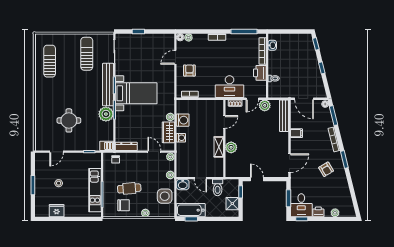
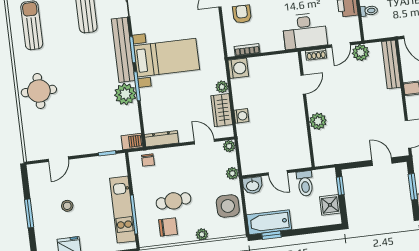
round table: (69, 120) -> (39, 91), moved
washing machine: (183, 120) -> (238, 68), moved
shelving: (219, 147) -> (299, 123), removed
door: (257, 179) -> (382, 162), moved

